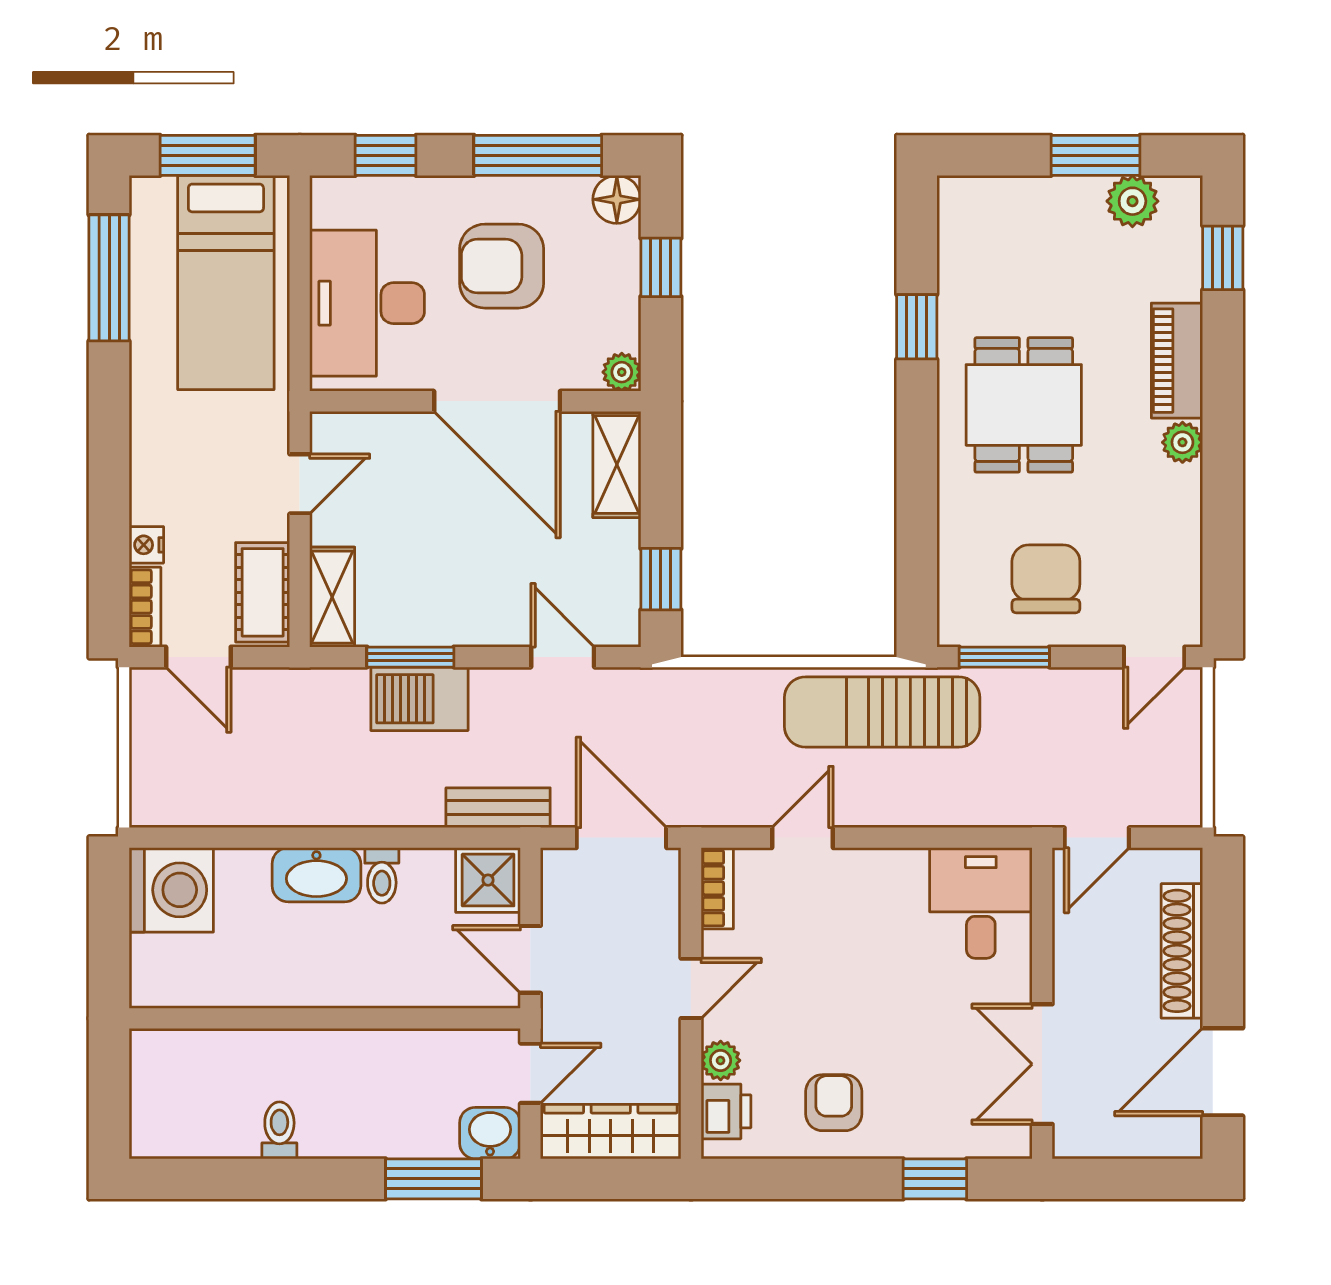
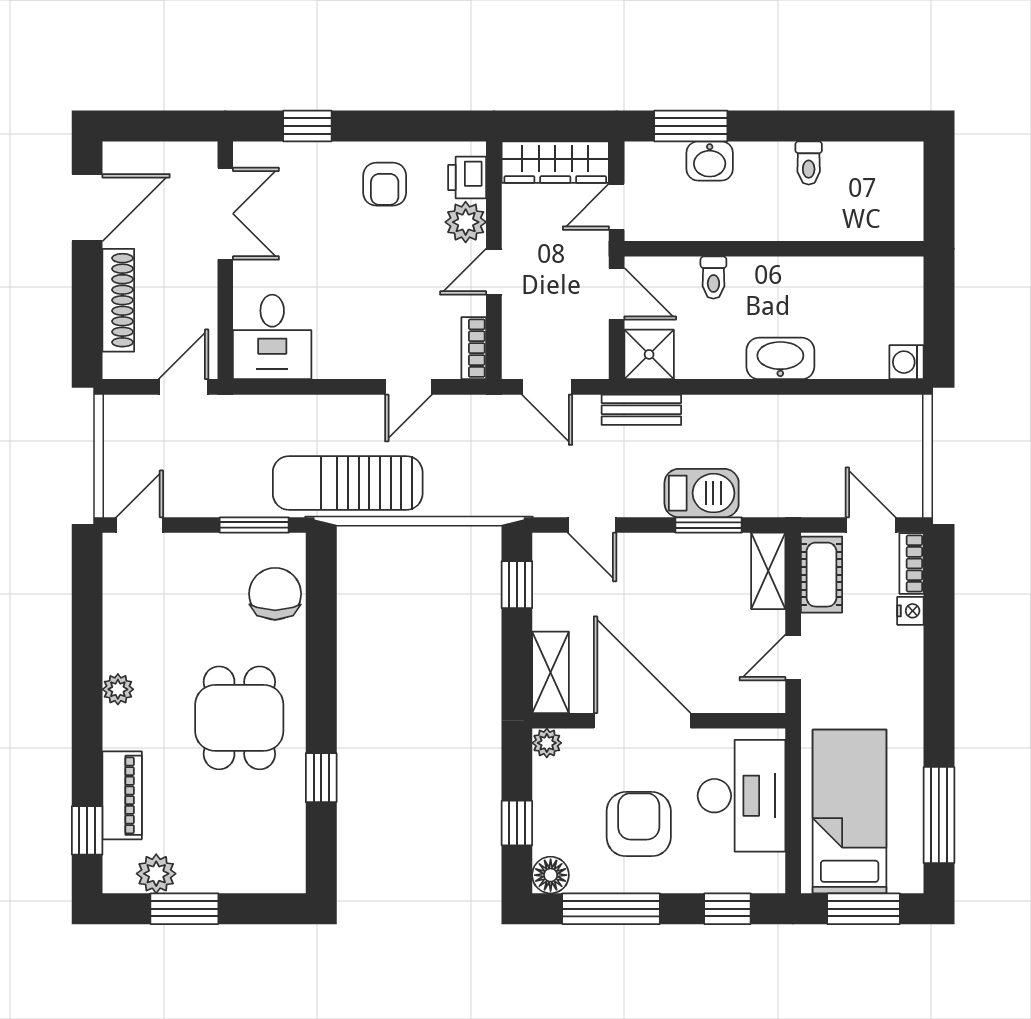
armchair: (502, 266) -> (639, 824), turned -90
piano: (1177, 361) -> (122, 795), moved
chair: (1046, 579) -> (275, 594), moved, turned 180
sun lounger: (882, 712) -> (348, 483), turned 180
door: (621, 838) -> (547, 387), width x0.73
toilet: (382, 875) -> (713, 278), moved, turned 180
washing machine: (171, 890) -> (907, 362), width x0.53, depth x0.53
plant: (721, 1060) -> (466, 222), width x1.38, depth x1.38
washbasin: (490, 1133) -> (710, 161), moved

